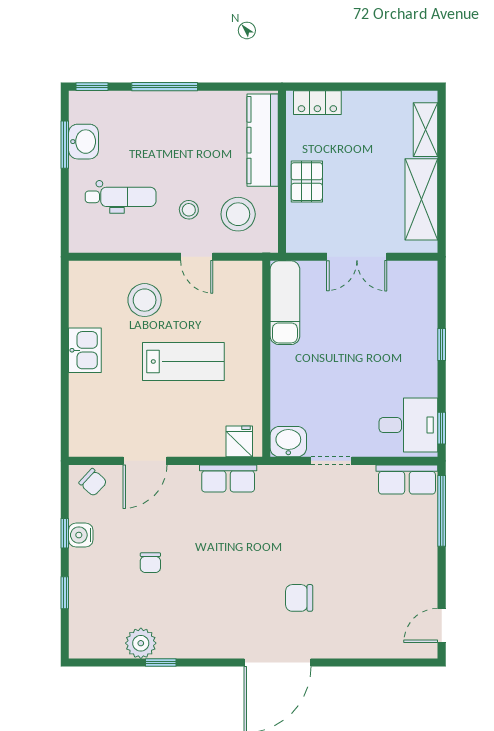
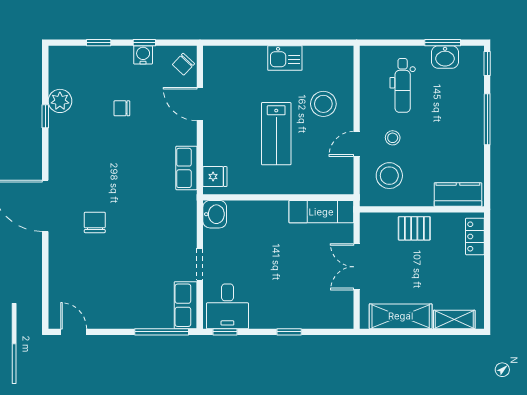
kitchen counter: (263, 140) -> (458, 194), width x0.67
doorway: (331, 461) -> (200, 264), moved

